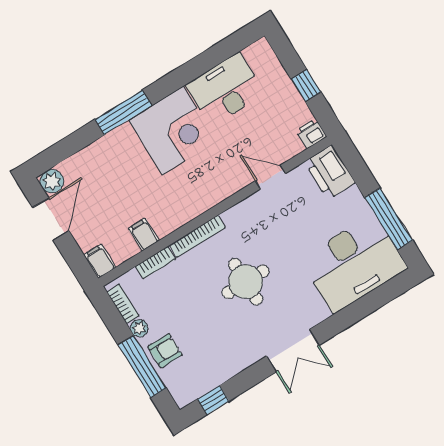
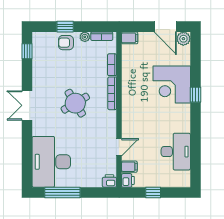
window: (123, 112) -> (195, 95), width x0.46
corner desk: (173, 130) -> (172, 85), moved
printer: (330, 172) -> (109, 181), width x0.53, depth x0.68
filing cabinet: (144, 235) -> (129, 167), moved
round table: (246, 282) -> (75, 103), turned -31
armchair: (165, 351) -> (66, 43), turned 90
window: (142, 367) -> (65, 27), width x0.46

